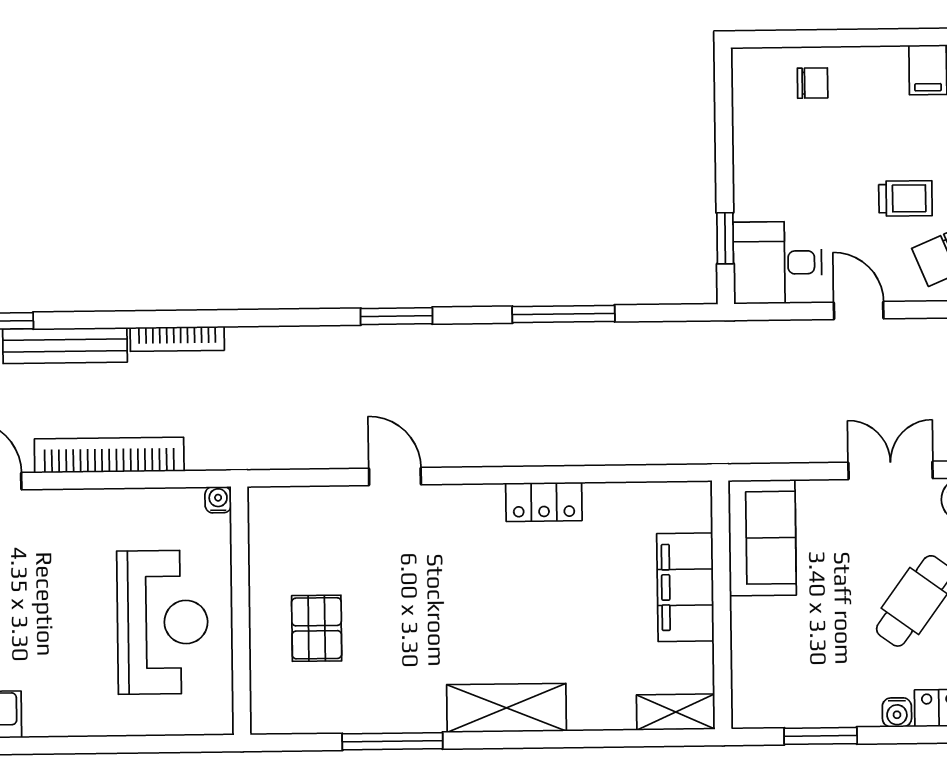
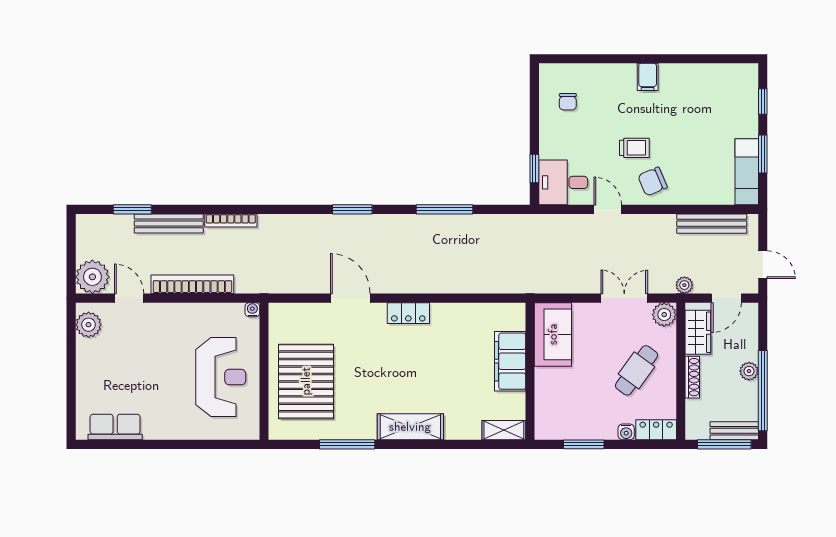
chair: (813, 83) -> (568, 102), moved, turned 90
door: (395, 477) -> (350, 298), width x1.38
locker: (544, 502) -> (408, 313), moved
pallet: (317, 628) -> (306, 381), width x2.05, depth x2.00

